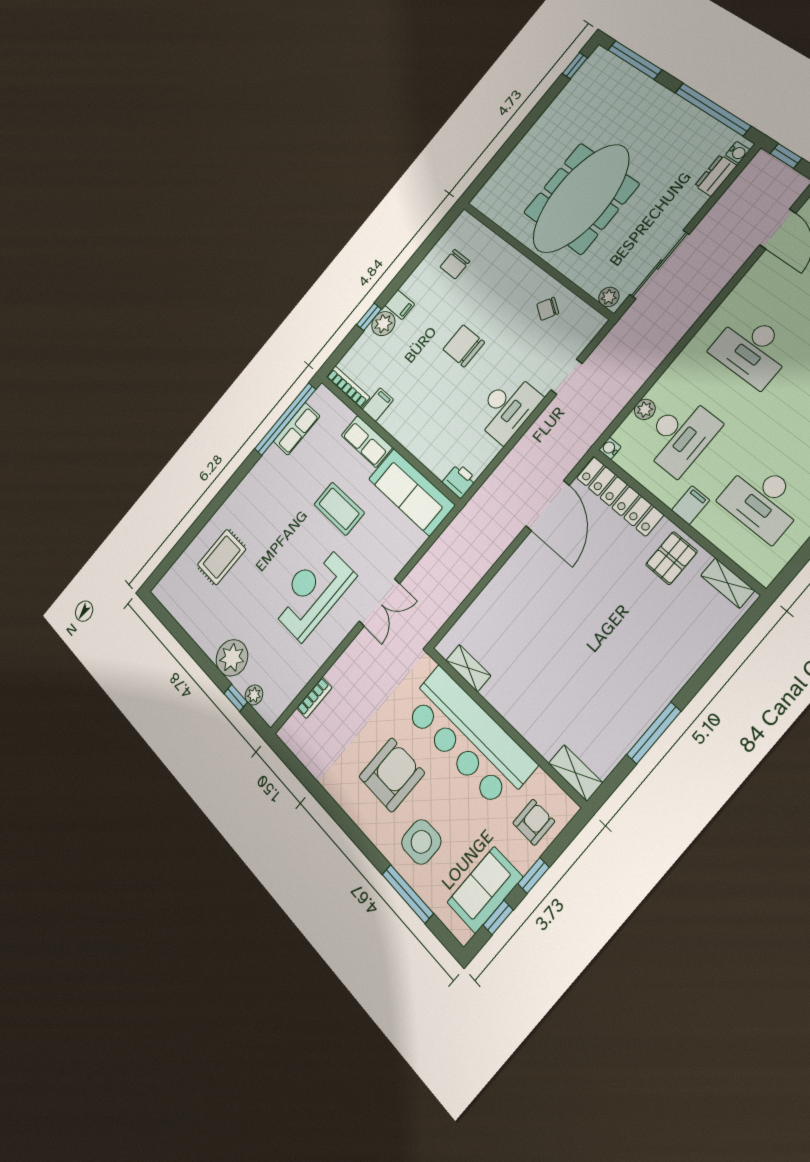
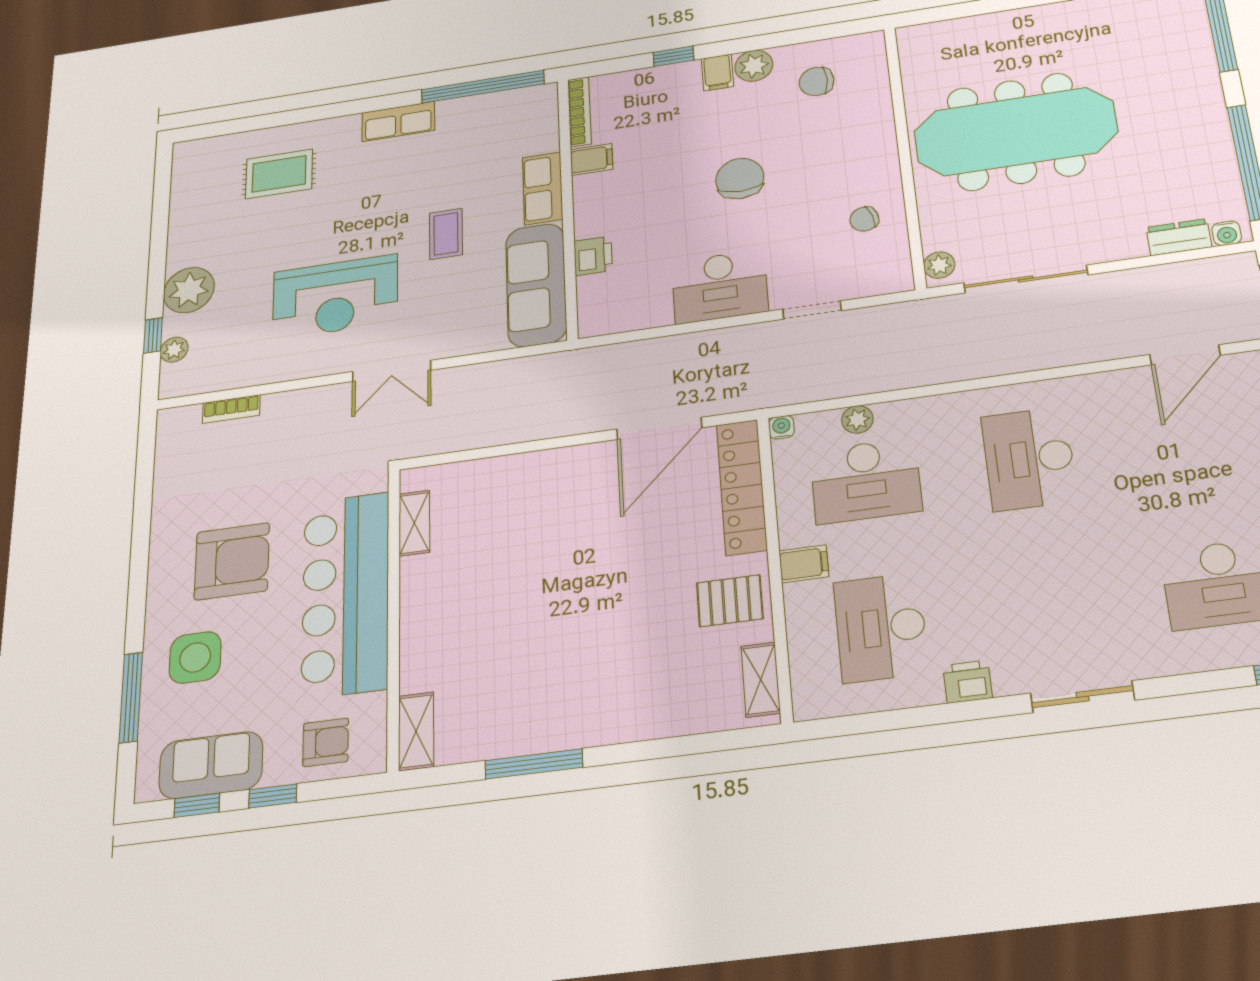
chair: (548, 309) -> (864, 219), turned -49
plant: (383, 324) -> (754, 66), moved
row of seats: (296, 429) -> (398, 121), moved
printer: (459, 481) -> (593, 256), moved
coffee table: (339, 509) -> (446, 234), width x0.73, depth x0.77
reception desk: (313, 592) -> (335, 297), turned 180

